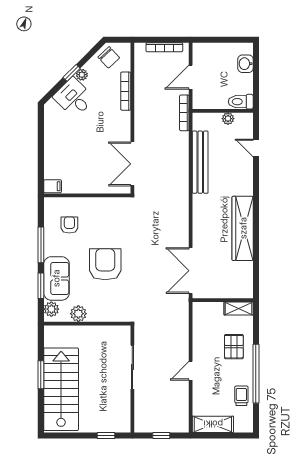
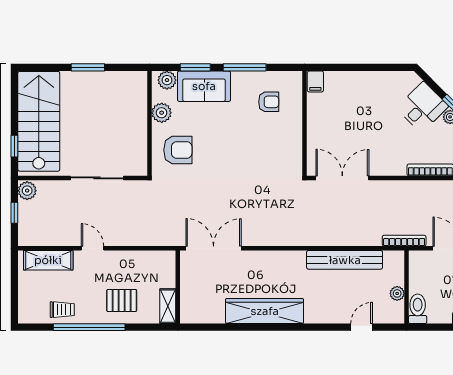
armchair: (105, 264) -> (178, 150), moved, width x0.73, depth x0.73
stairs: (61, 389) -> (39, 121), moved, turned -90
shelving: (213, 424) -> (48, 260), moved, turned 90
plant: (143, 425) -> (27, 191), added

